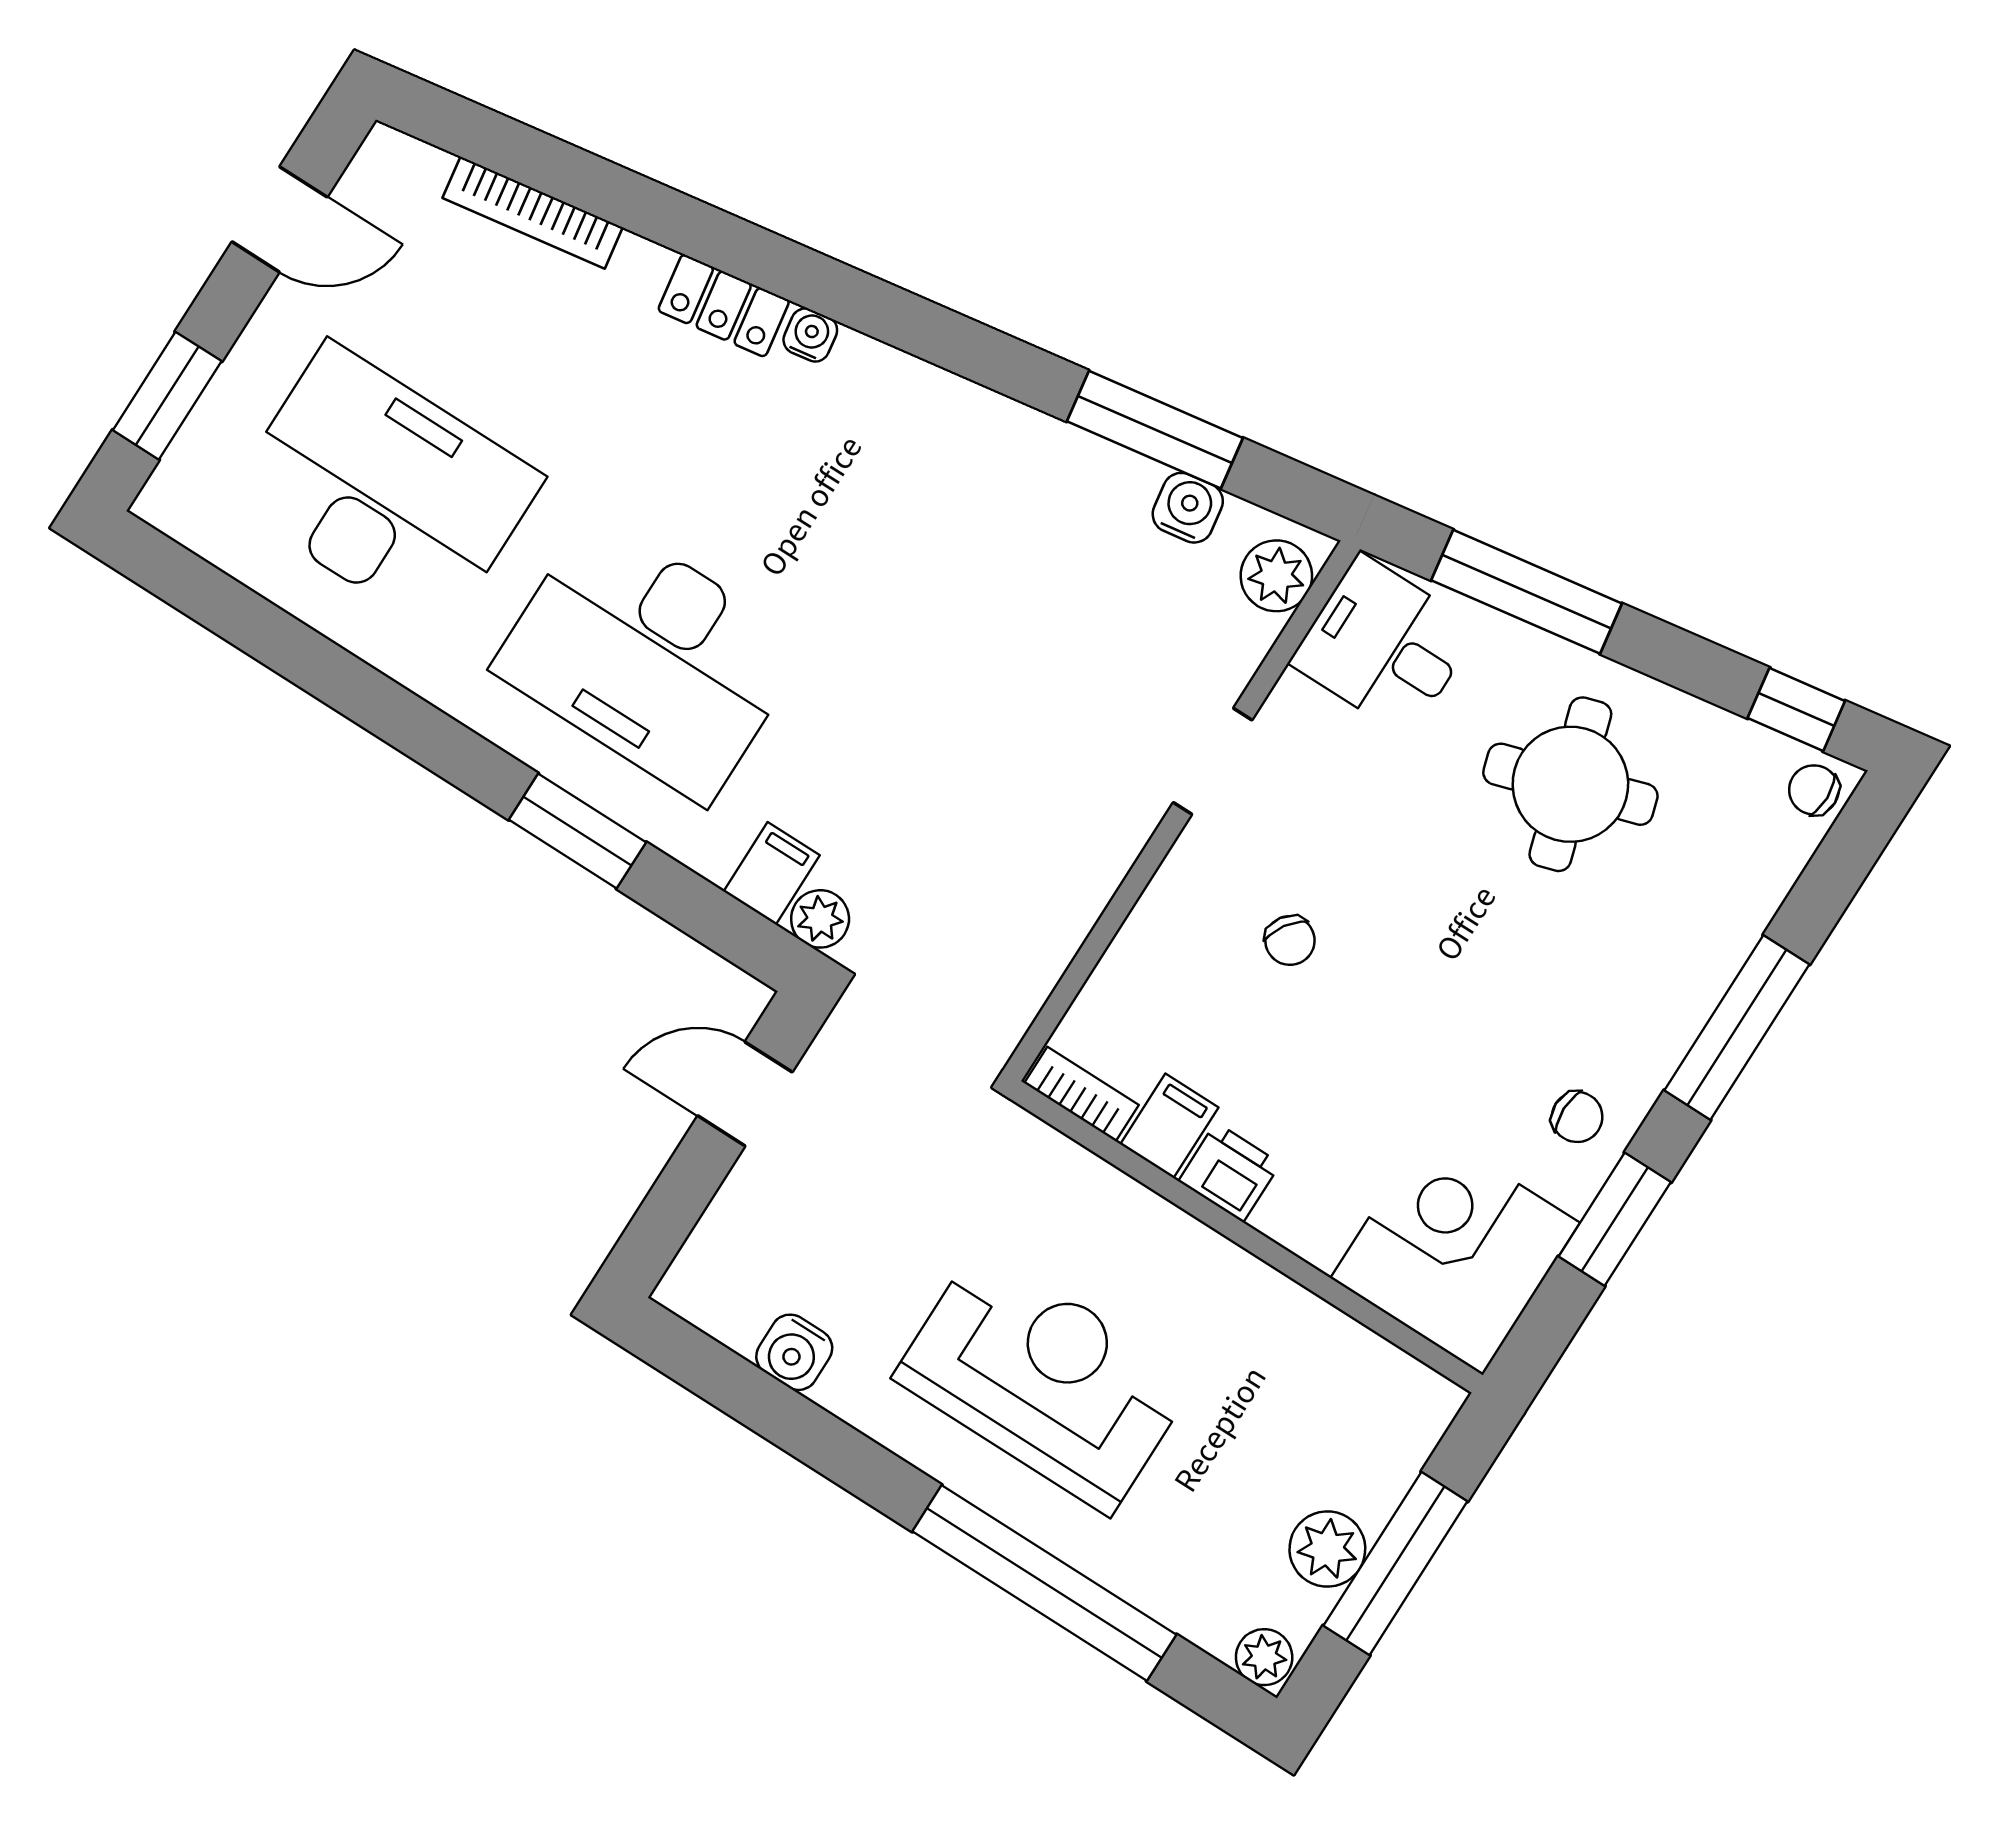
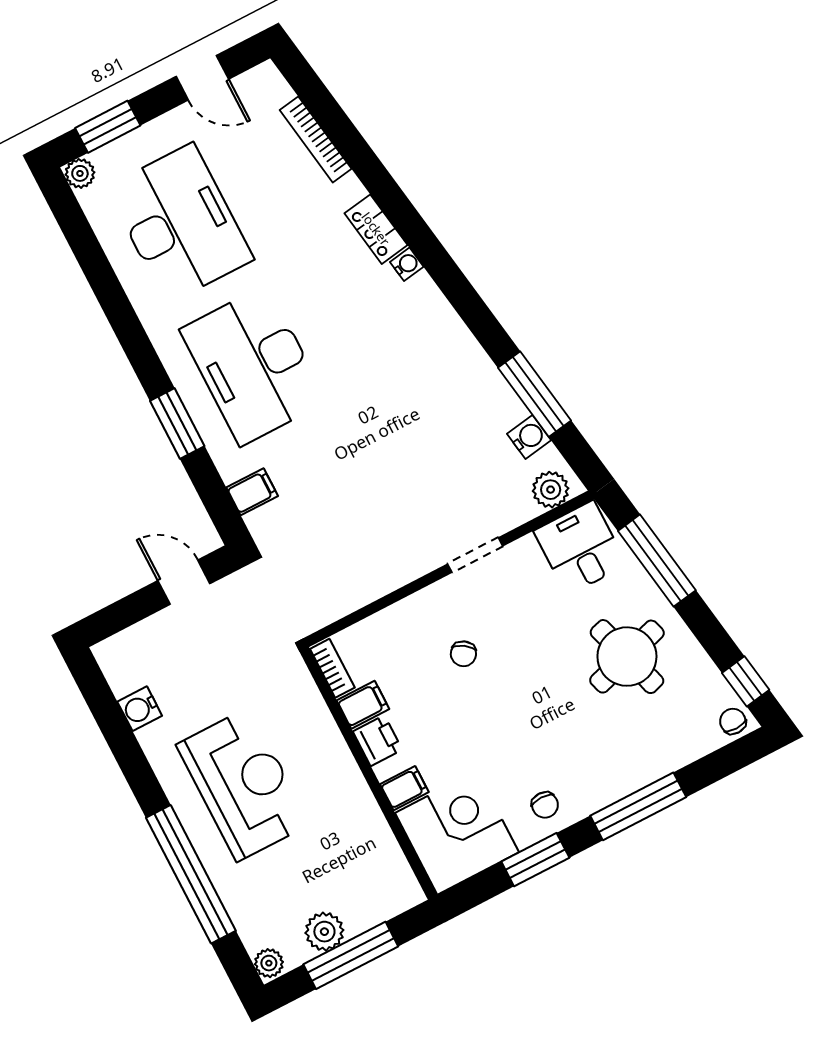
plant: (820, 919) -> (80, 173), moved
filing cabinet: (1322, 1227) -> (404, 788), added

